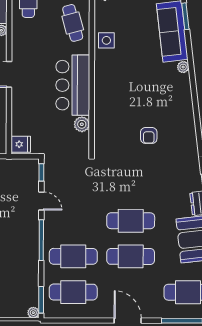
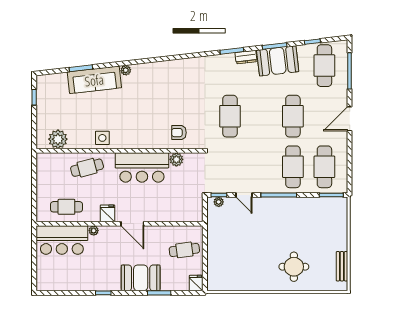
armchair: (149, 135) -> (179, 133), moved, turned 180
fridge: (21, 144) -> (108, 213), moved
door: (41, 201) -> (244, 195), swing flipped
cafe table: (131, 221) -> (230, 116), moved
plant: (33, 313) -> (219, 202), moved

